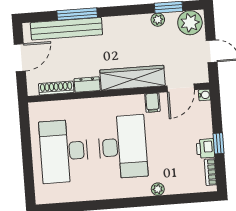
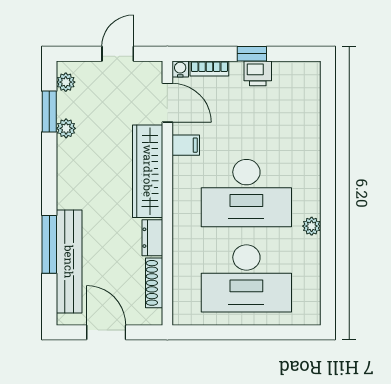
plant: (190, 23) -> (66, 82), width x0.53, depth x0.53
desk: (123, 147) -> (246, 193), turned 180
bookcase: (211, 172) -> (209, 69), moved
plant: (158, 189) -> (312, 226), moved

